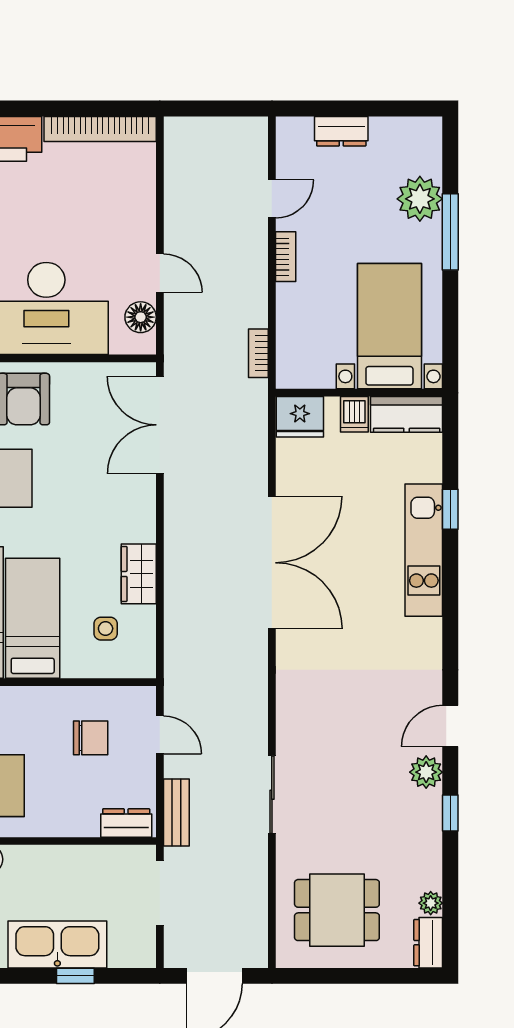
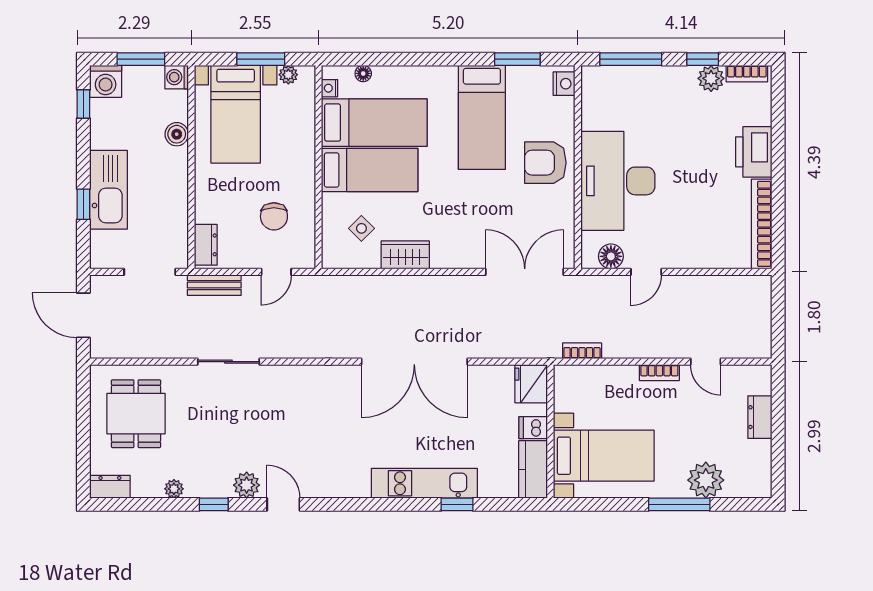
side table: (106, 629) -> (361, 228), turned 45
plant: (431, 903) -> (174, 489), moved

